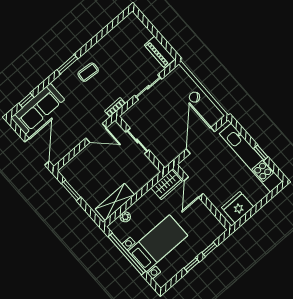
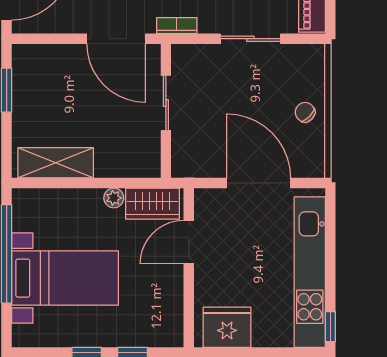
door: (96, 133) -> (116, 39), width x1.36
door: (201, 140) -> (259, 183), hinge flipped
window: (261, 153) -> (330, 327), moved
plant: (125, 217) -> (114, 198), moved

